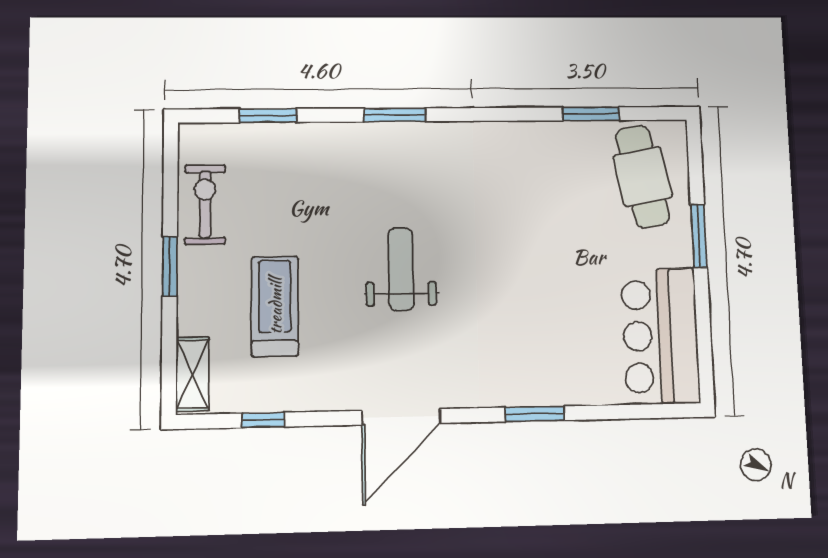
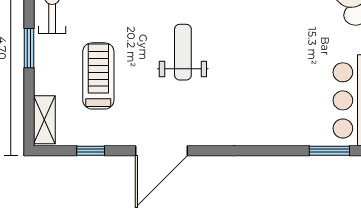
window: (535, 414) -> (329, 151), moved
door: (401, 417) -> (161, 151), moved

